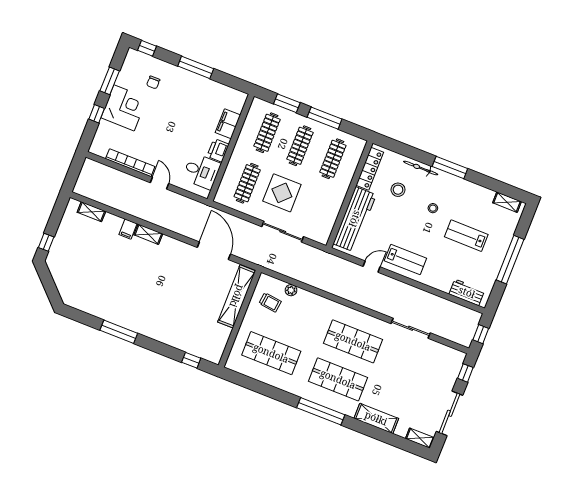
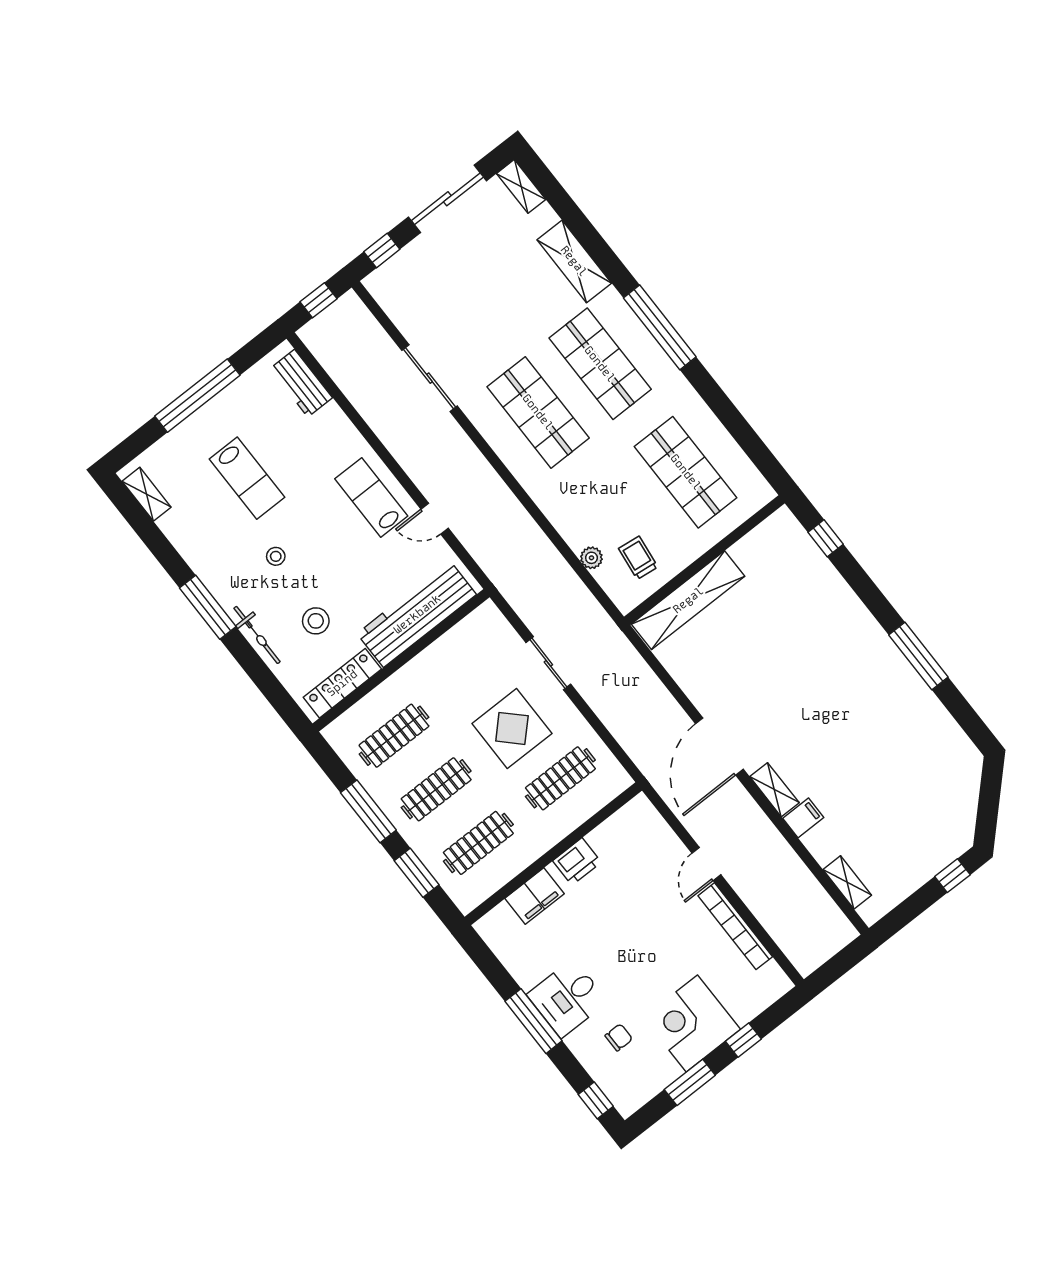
desk: (201, 171) -> (567, 998), moved, turned -90
sliding door: (283, 232) -> (548, 663), width x0.73
door: (214, 251) -> (719, 746), moved

